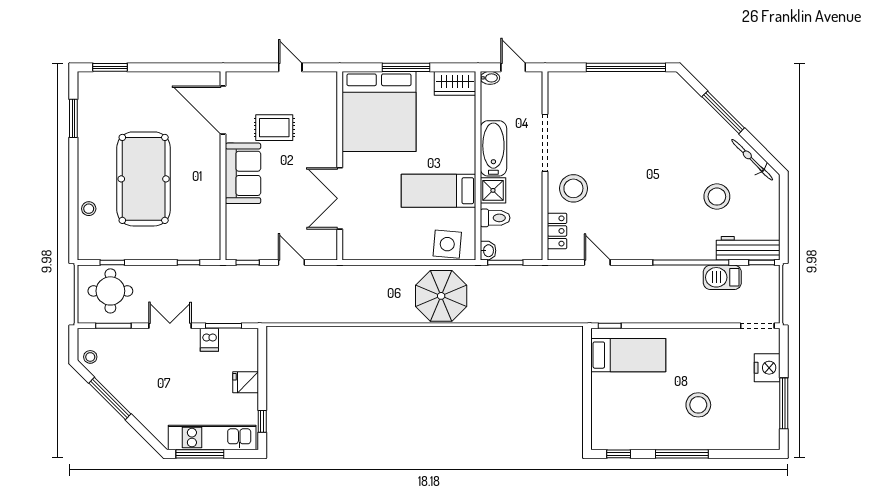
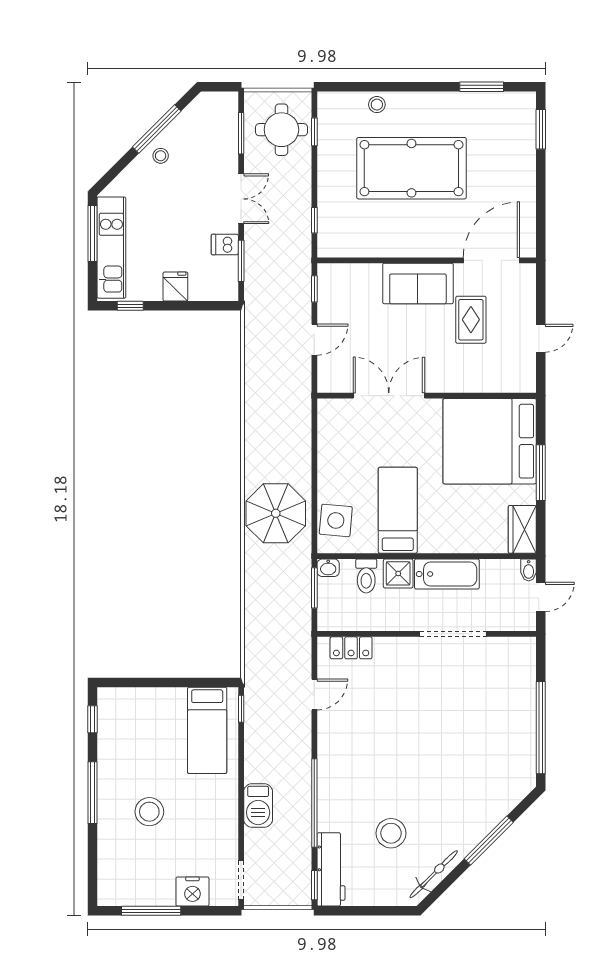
stool: (573, 188) -> (400, 667), removed
barbecue: (722, 277) -> (258, 805), moved, turned 180
stool: (90, 357) -> (161, 156), moved

